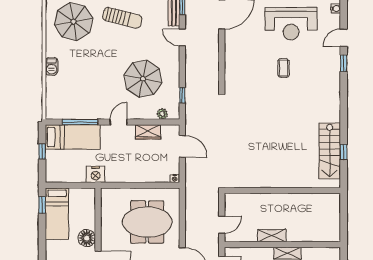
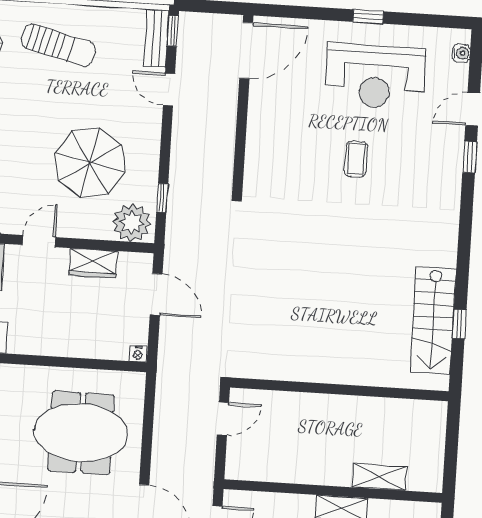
plant: (162, 114) -> (132, 223), width x1.88, depth x1.88
door: (222, 225) -> (223, 419), moved
shelving: (272, 236) -> (379, 477), moved

